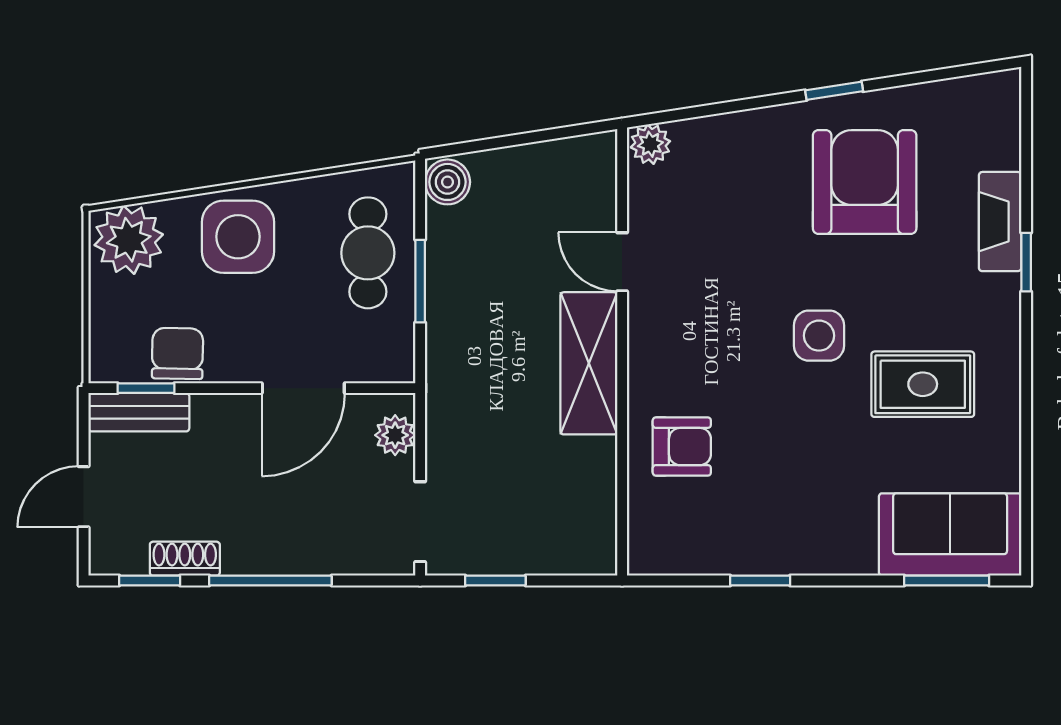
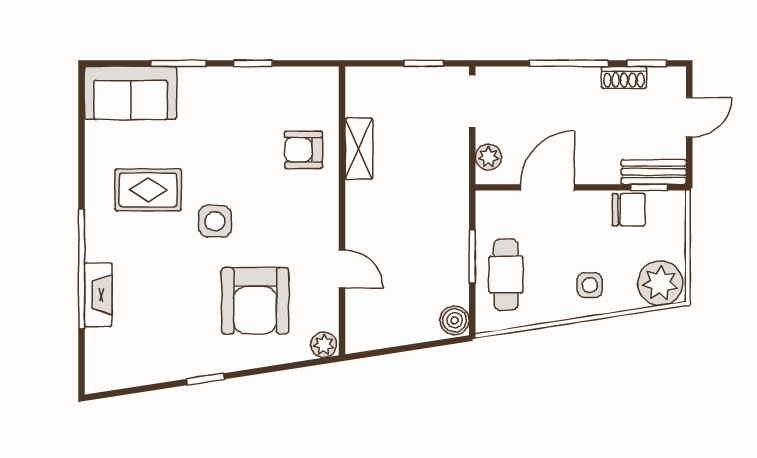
armchair: (865, 182) -> (255, 301), moved
side table: (238, 237) -> (590, 285), width x0.54, depth x0.54
window: (1026, 262) -> (81, 269), width x3.17
chair: (177, 353) -> (629, 210), turned -91
shelving: (589, 363) -> (359, 149), moved, width x0.67, depth x0.75
window: (947, 580) -> (179, 63), moved

